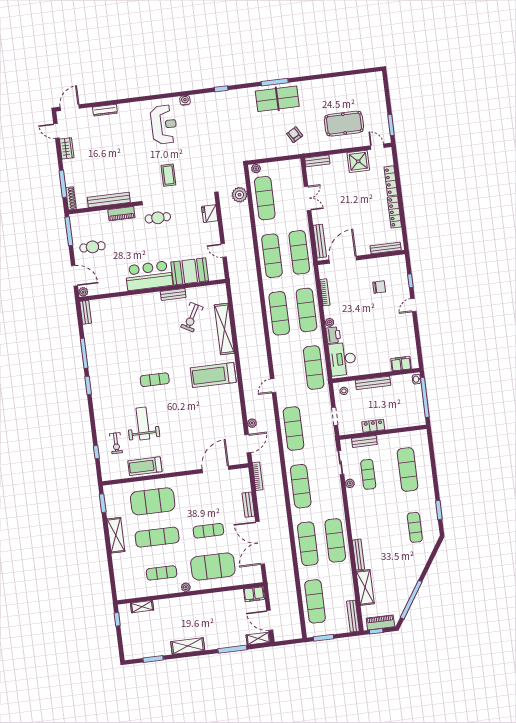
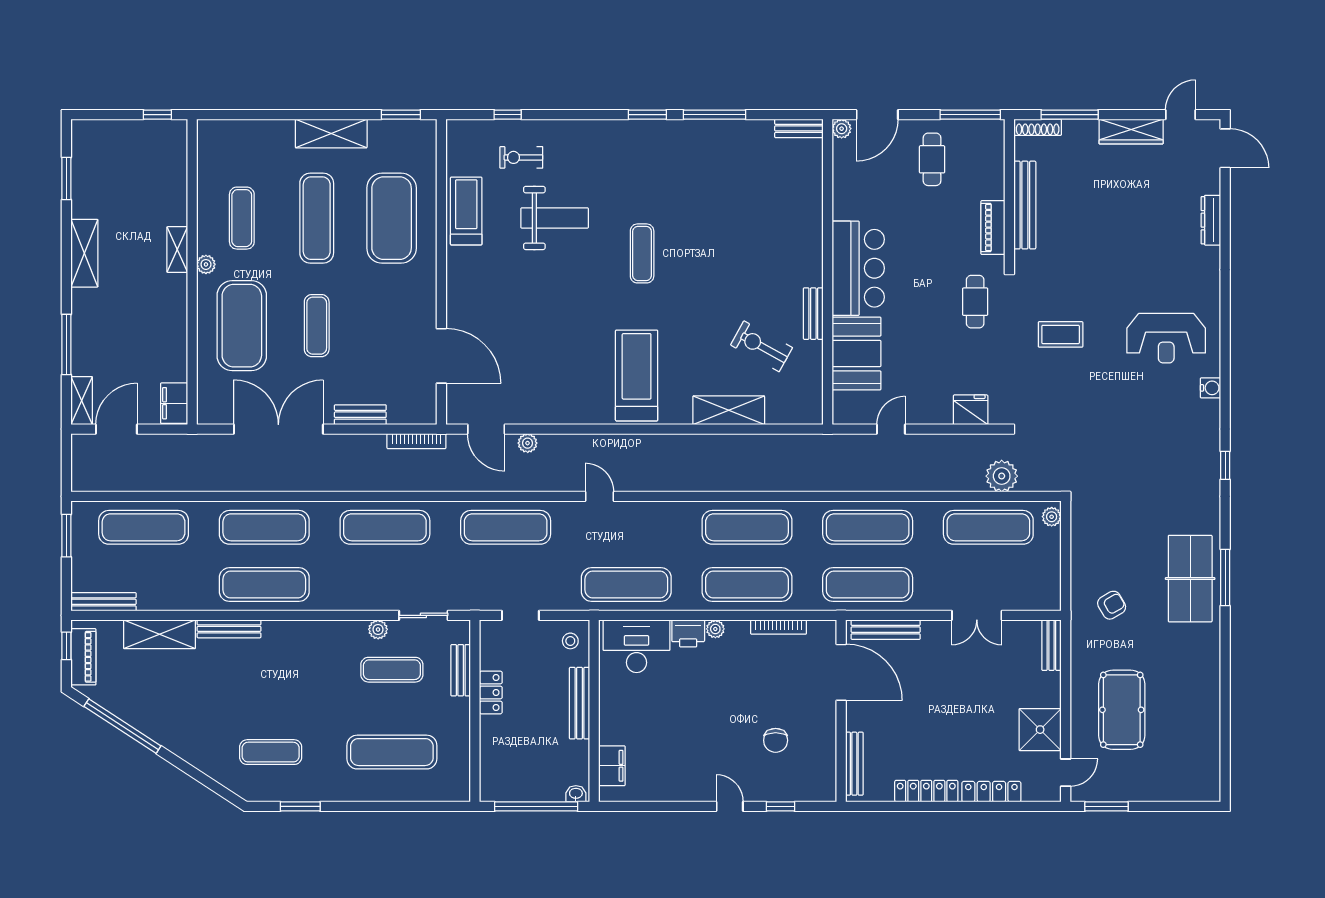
wardrobe: (67, 148) -> (1131, 132), width x1.50
shelving: (224, 329) -> (729, 410), width x0.68
shelving: (142, 607) -> (177, 250), moved

